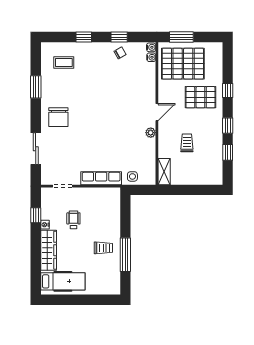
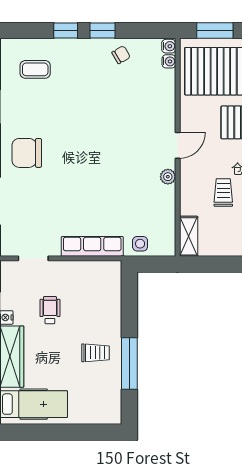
window: (119, 37) -> (103, 31), moved
chair: (58, 117) -> (27, 153), turned 90

